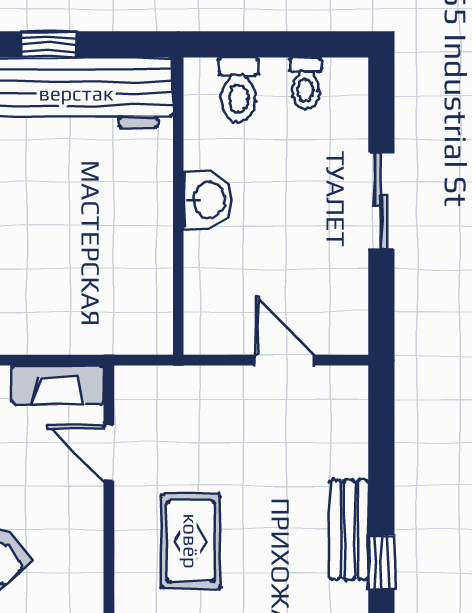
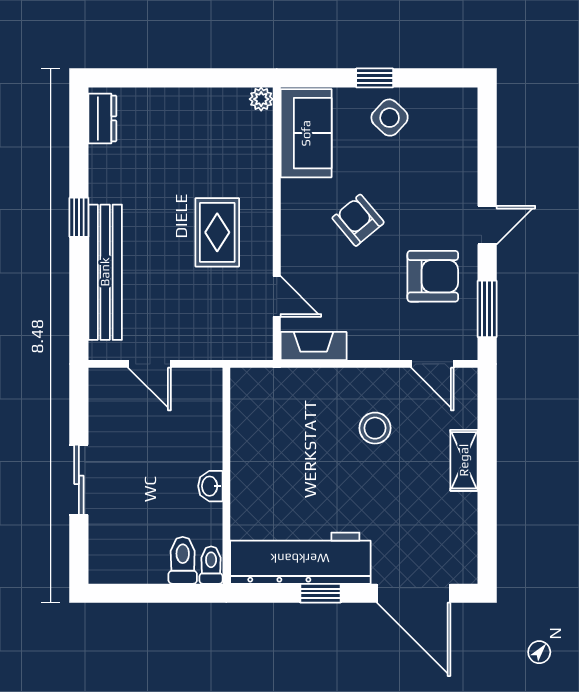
toilet: (305, 83) -> (211, 565), moved
washbasin: (208, 200) -> (210, 486), width x0.72, depth x0.69
bench: (349, 530) -> (105, 272), width x1.86, depth x1.21

